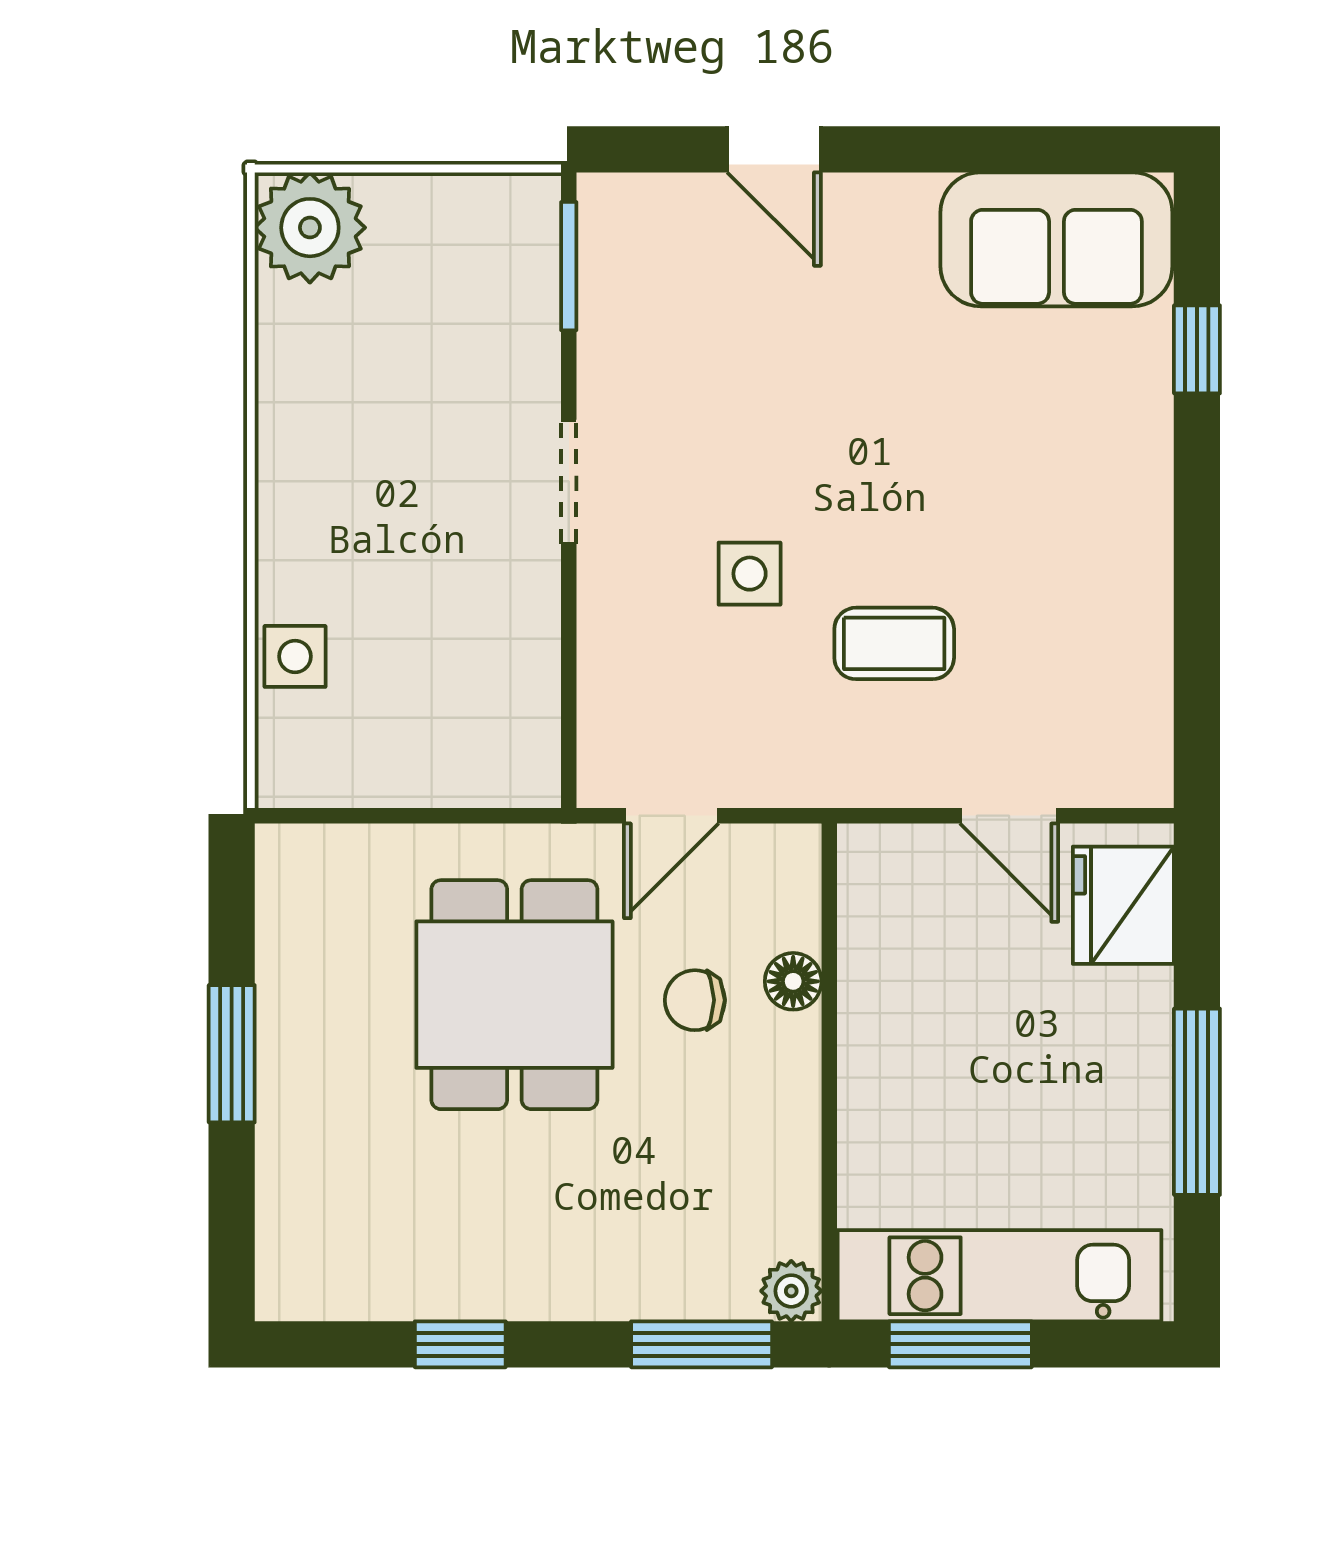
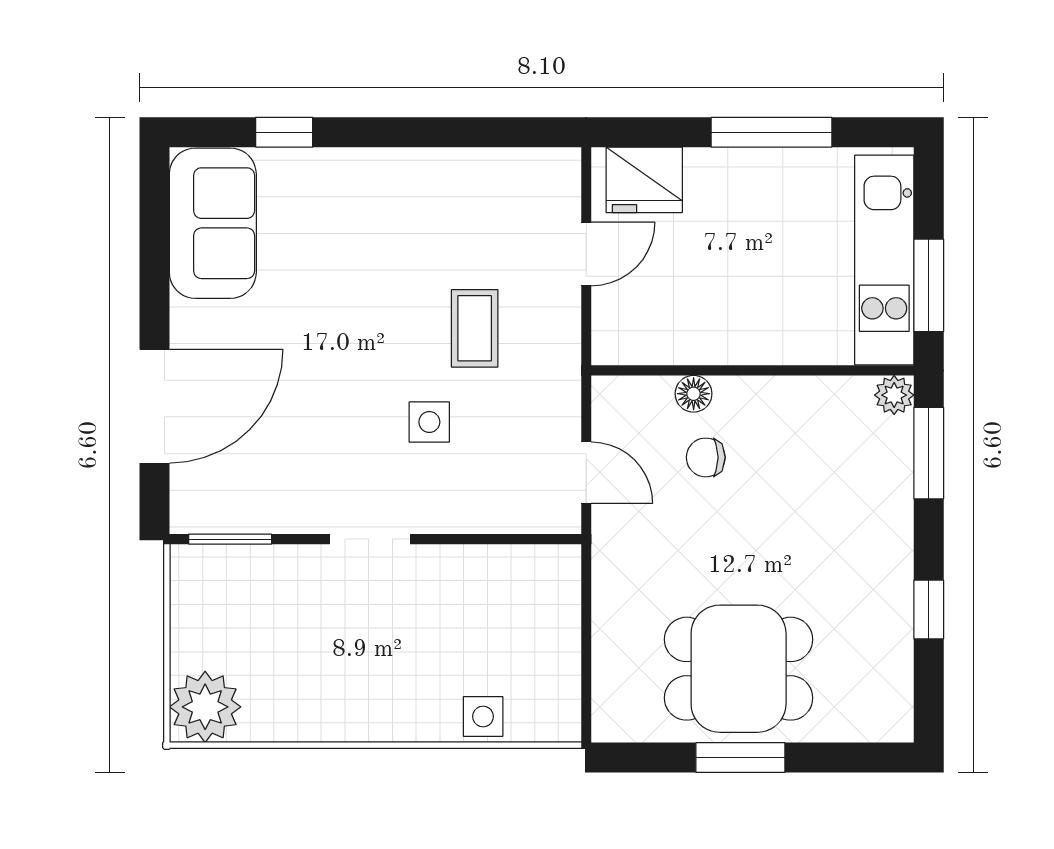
door: (774, 149) -> (154, 406), width x1.88
dining table: (514, 995) -> (739, 669), moved
chair: (695, 1000) -> (706, 457), turned 90

